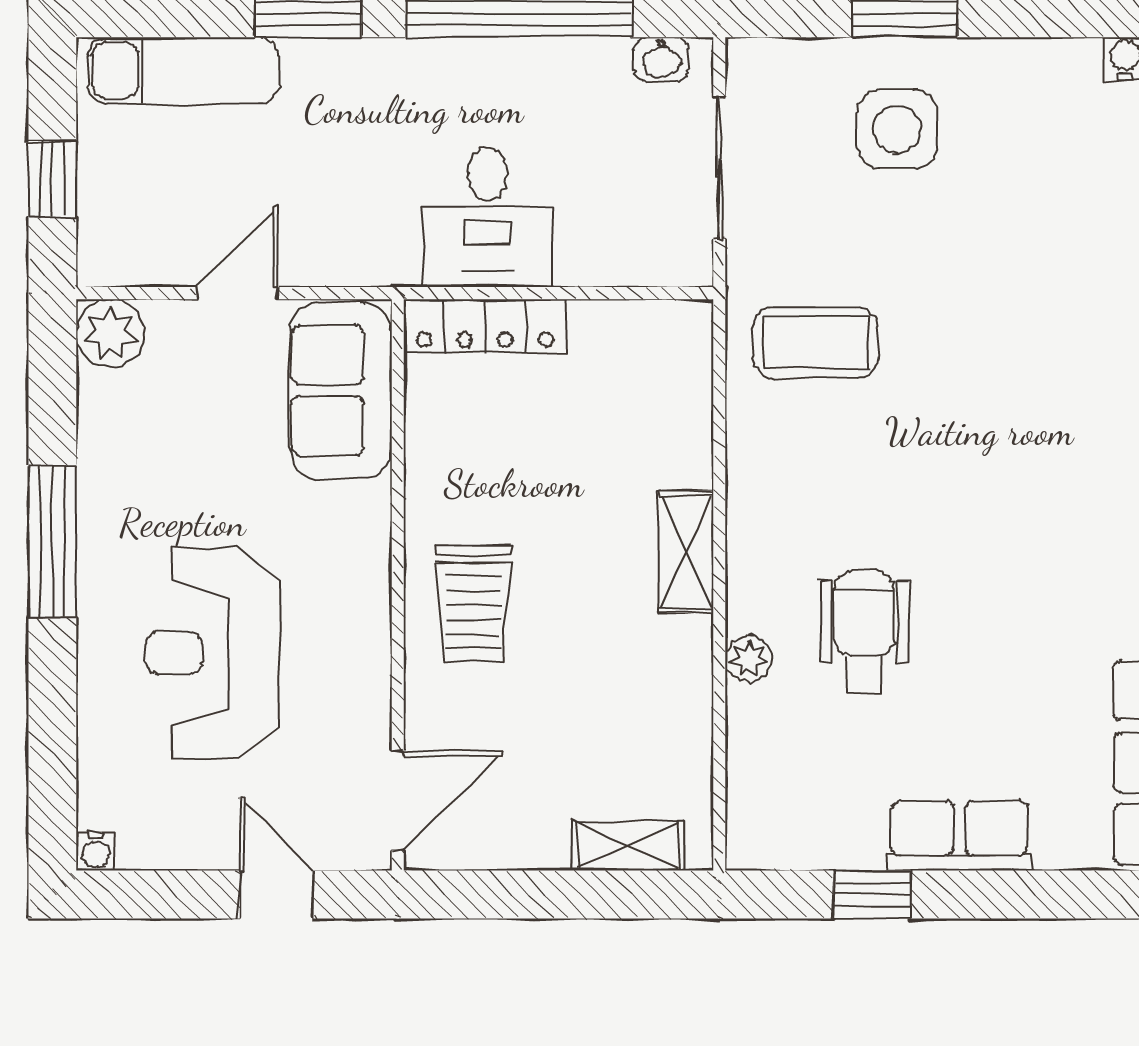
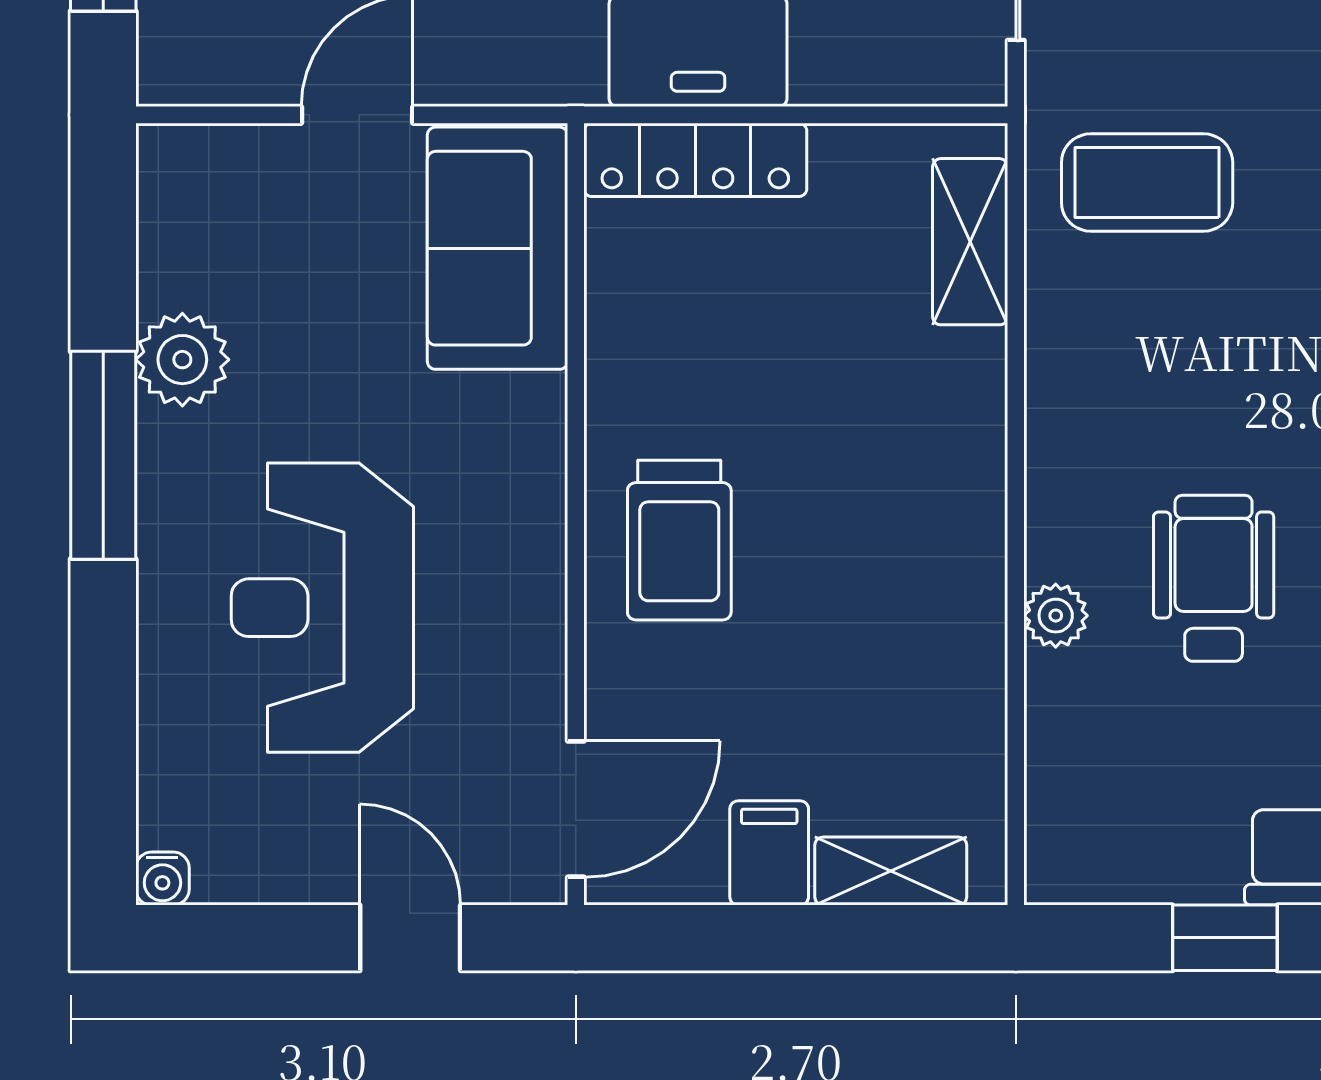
plant: (110, 333) -> (182, 360), moved
shelving: (686, 552) -> (970, 242), moved
filing cabinet: (539, 833) -> (769, 853), added

